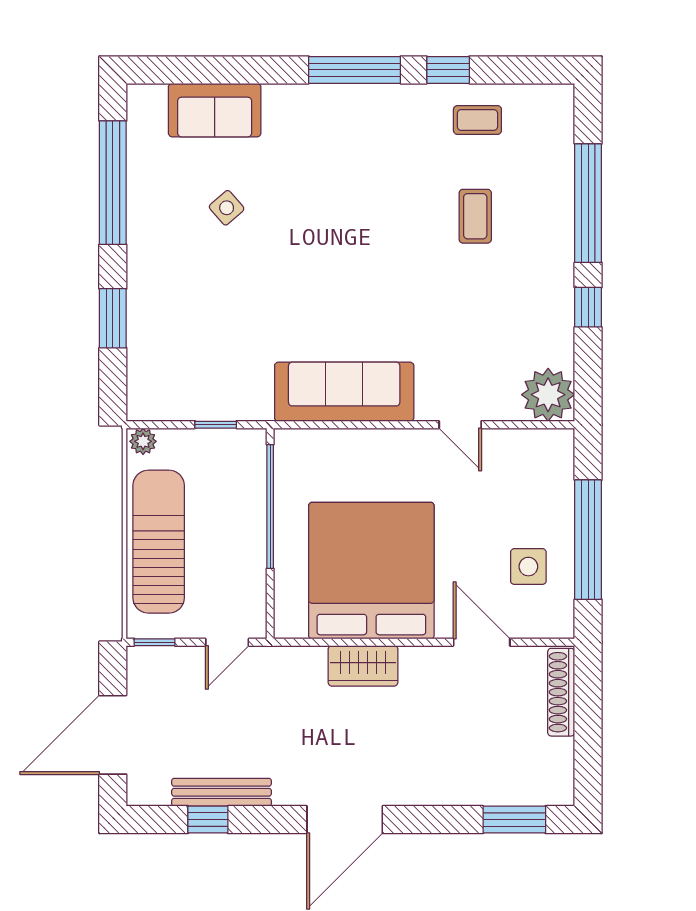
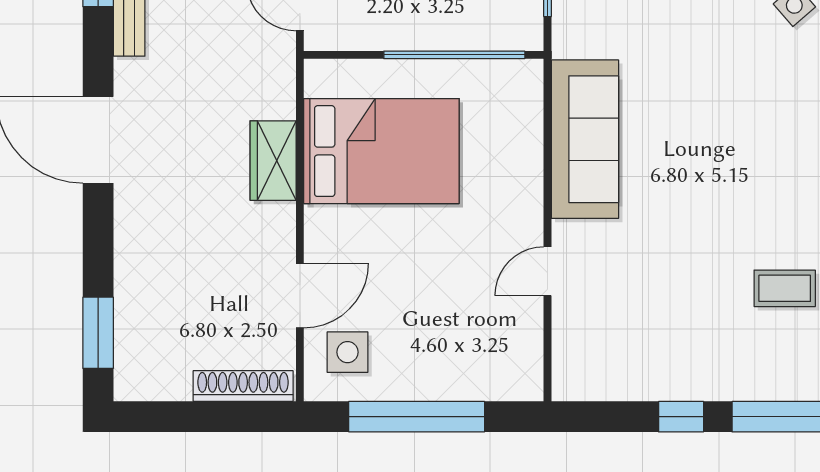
plant: (548, 395) -> (582, 371), removed
side table: (528, 567) -> (348, 352), moved
bed: (371, 571) -> (381, 151), width x0.73

